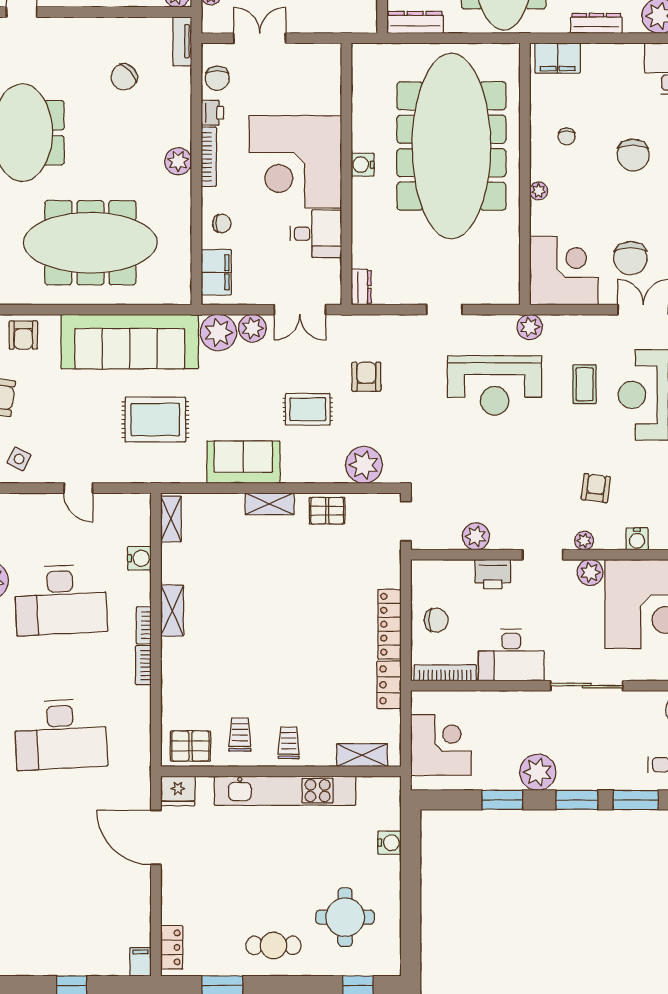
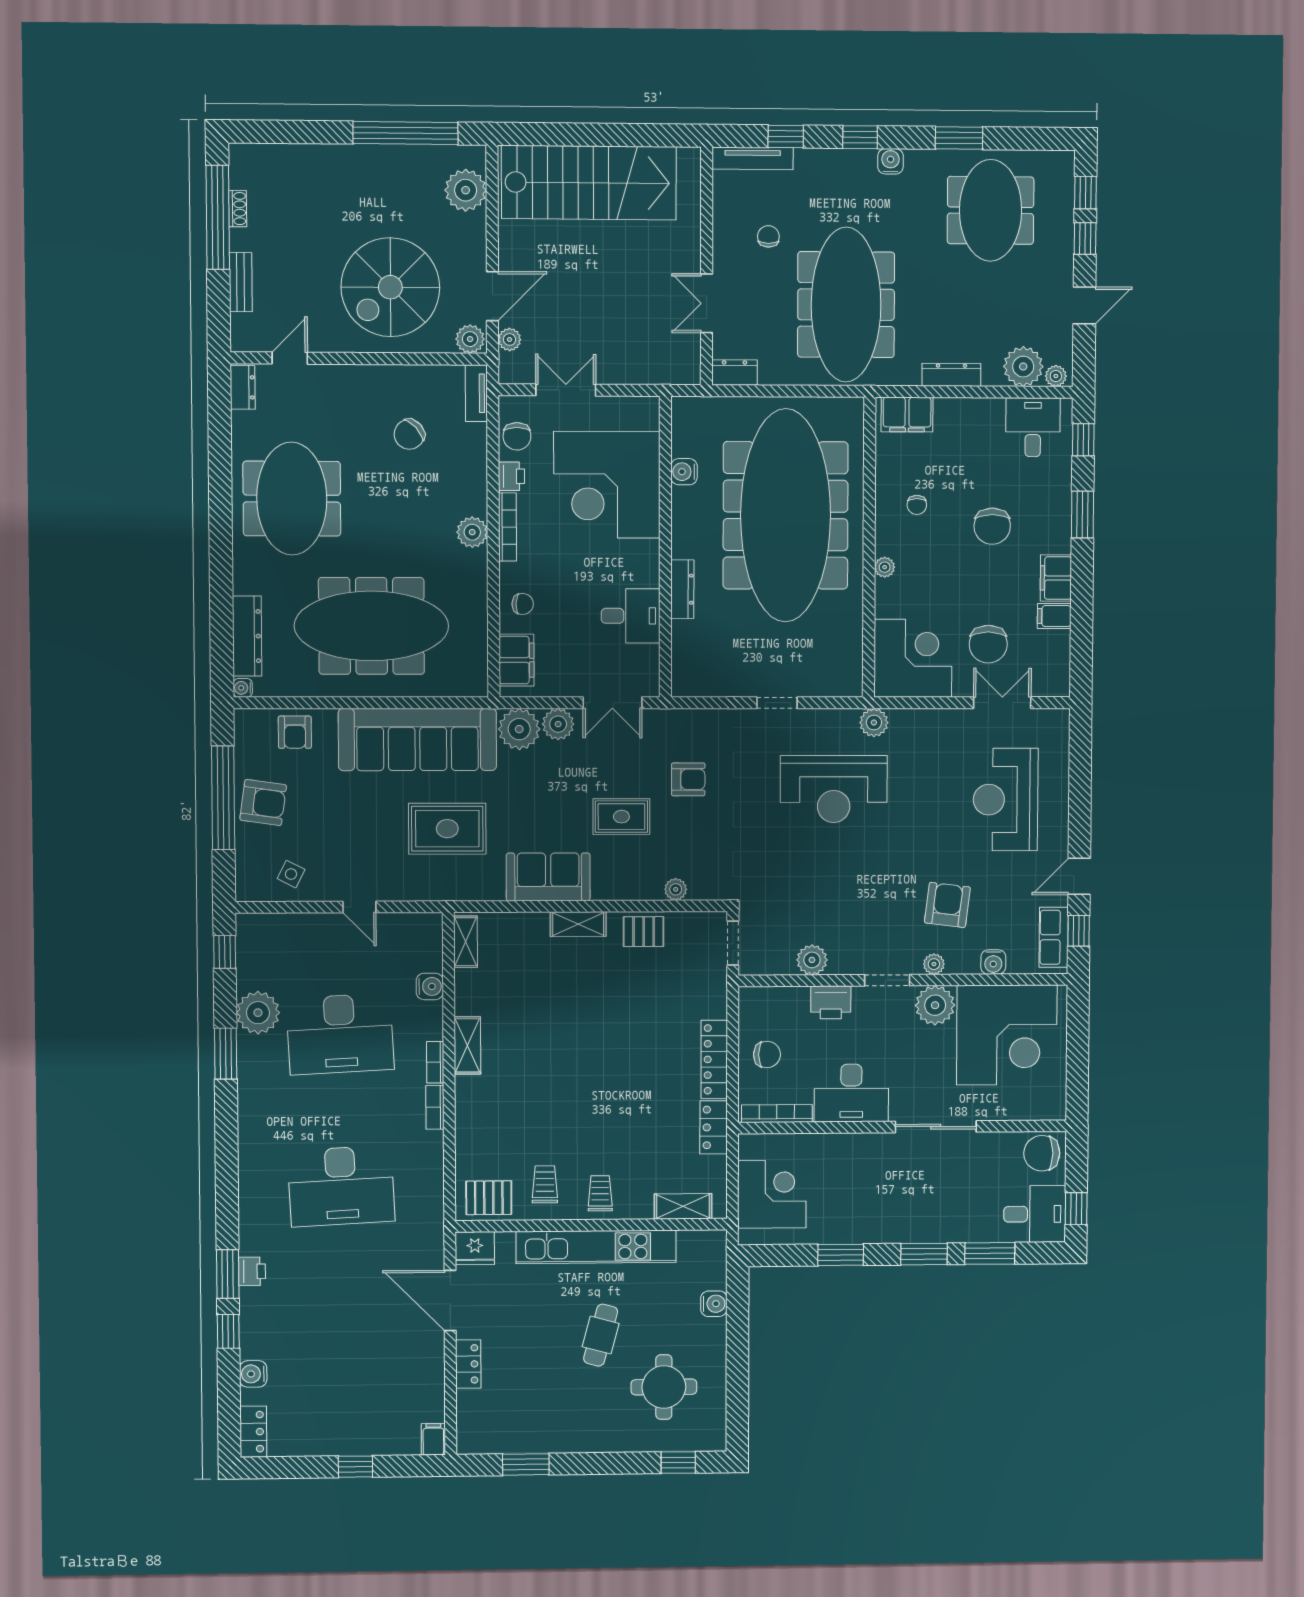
dresser: (415, 22) -> (734, 372), width x0.70
corner desk: (295, 162) -> (607, 485), moved
water cooler: (363, 165) -> (684, 472), moved
dresser: (361, 287) -> (682, 589), moved, width x1.44
armchair: (366, 377) -> (688, 779), turned 90
coffee table: (585, 384) -> (935, 787), removed
plant: (364, 465) -> (676, 889), width x0.53, depth x0.53
armchair: (596, 488) -> (947, 905), width x1.38, depth x1.38
plant: (590, 572) -> (935, 1005), width x1.36, depth x1.36
plant: (538, 772) -> (881, 1224), removed
cafe table: (273, 945) -> (601, 1335), moved, turned -75
locker: (172, 947) -> (468, 1364), moved

